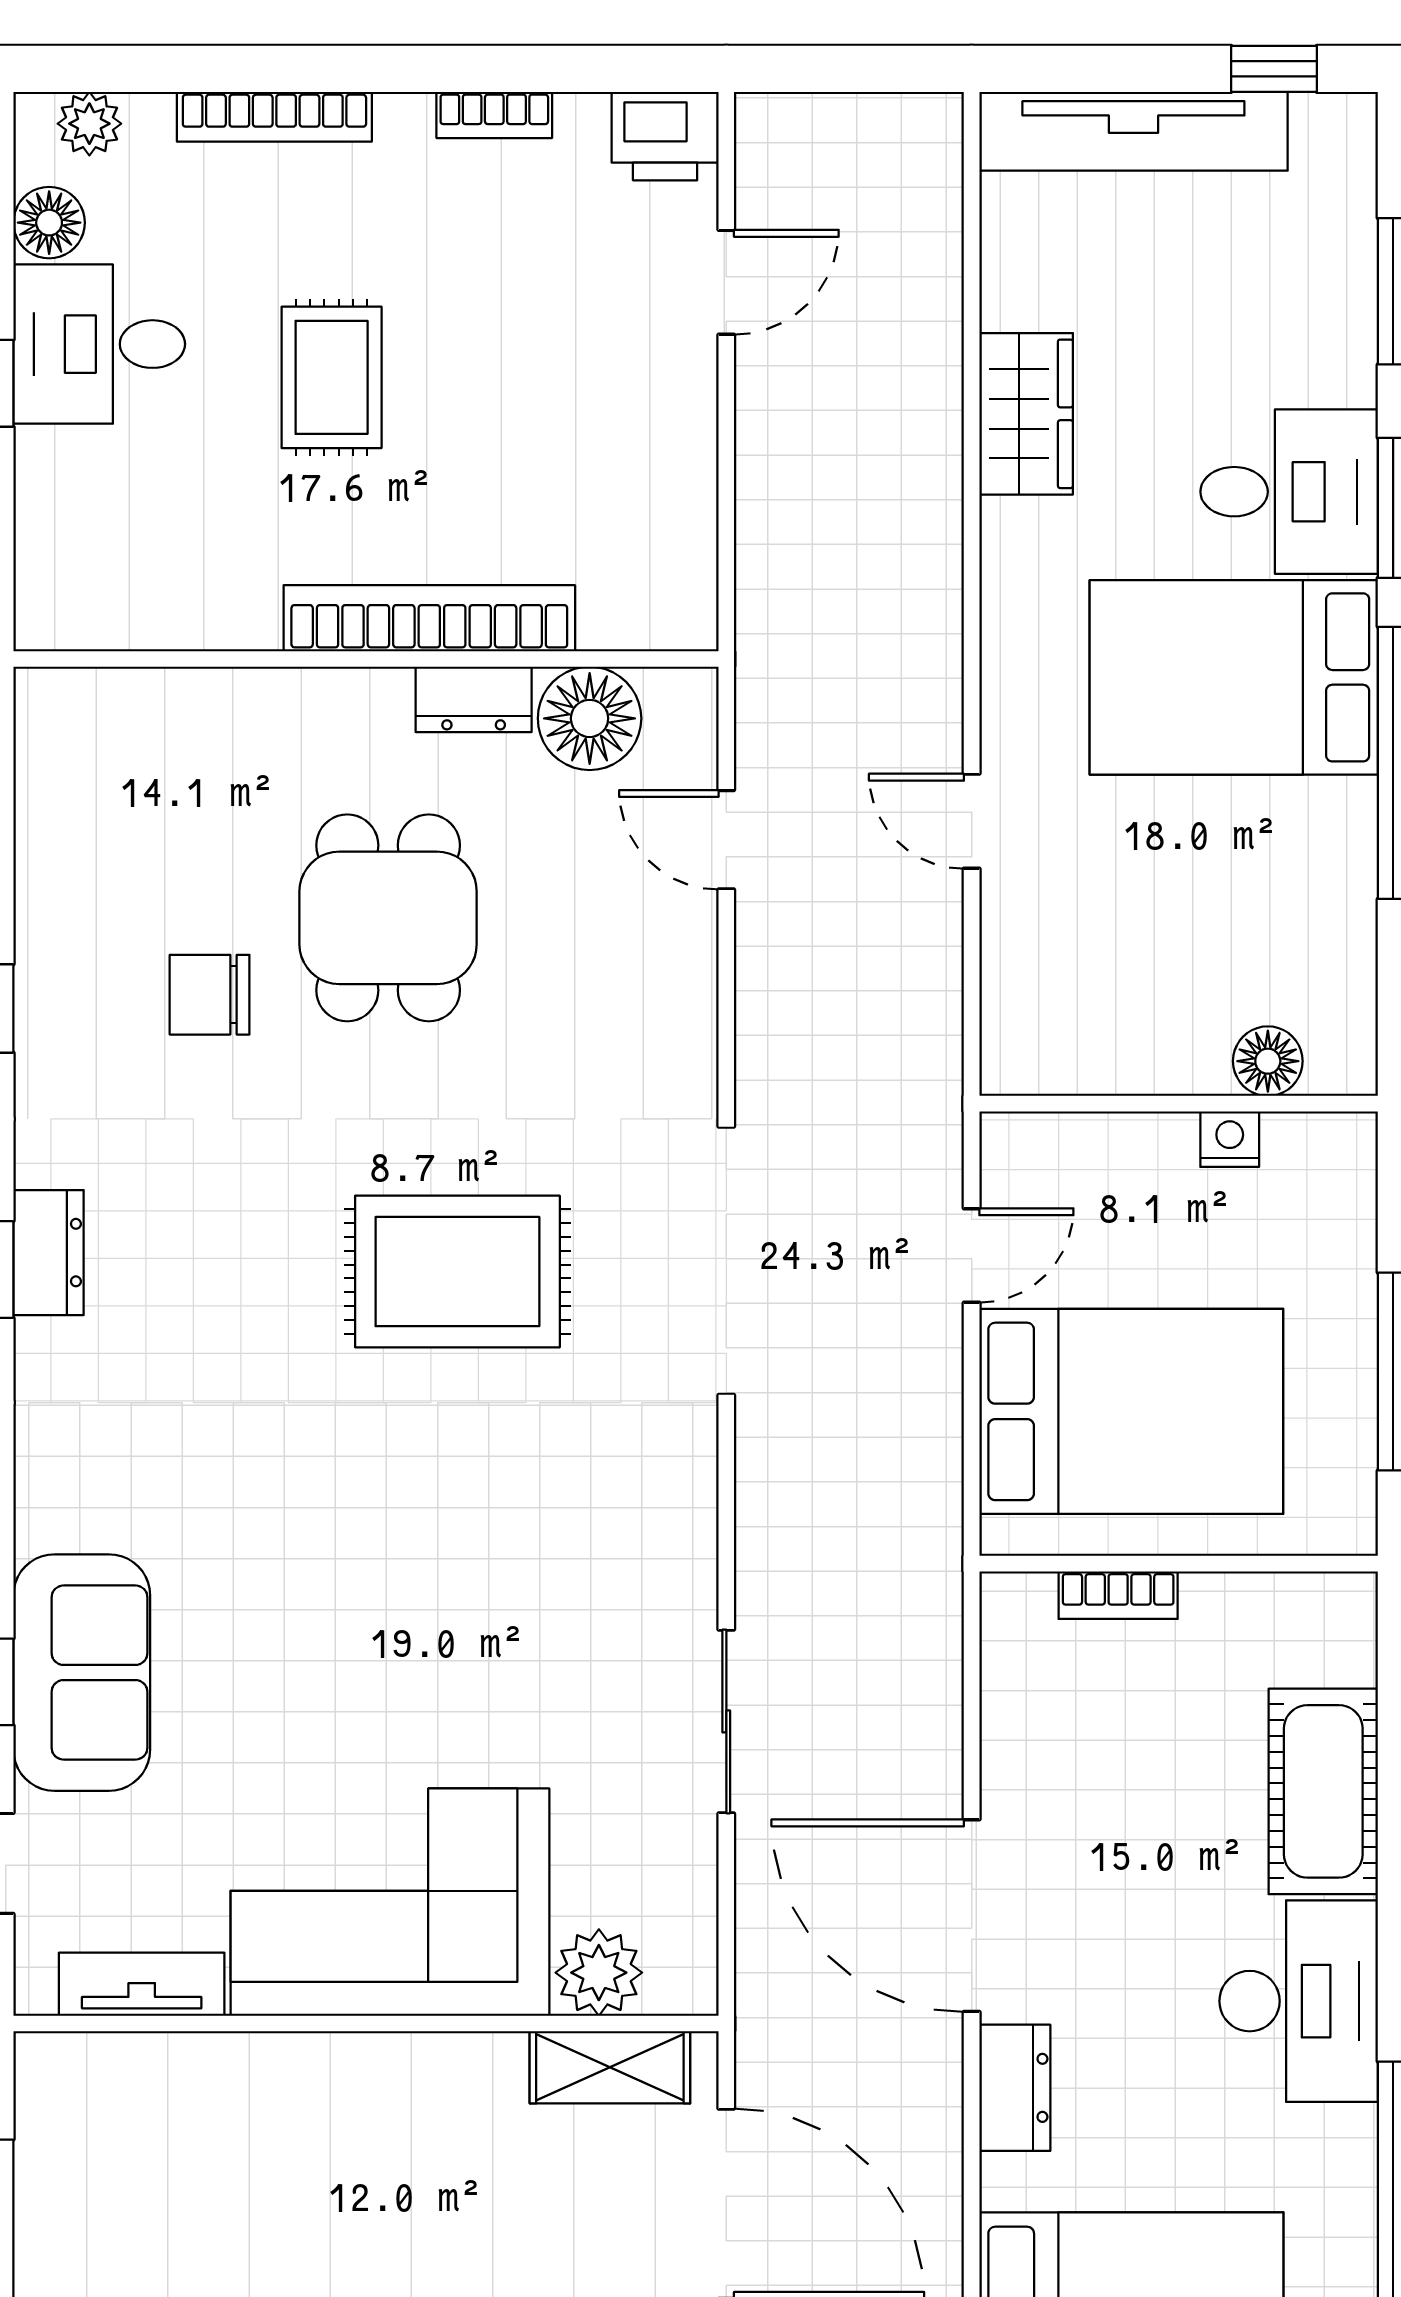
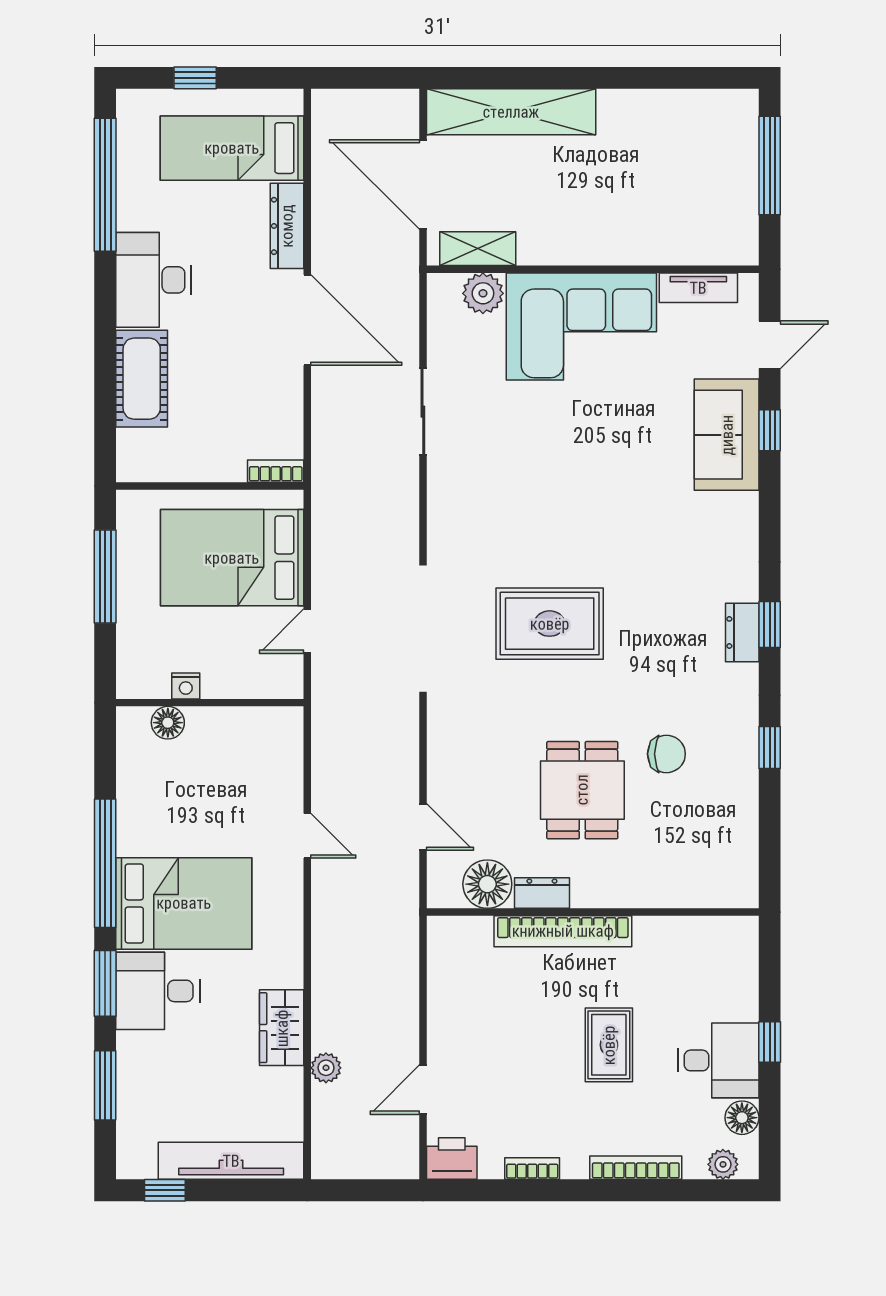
plant: (932, 329) -> (326, 1068), added
bookcase: (1118, 1595) -> (276, 471), moved
dresser: (1015, 2088) -> (287, 226), width x1.44

